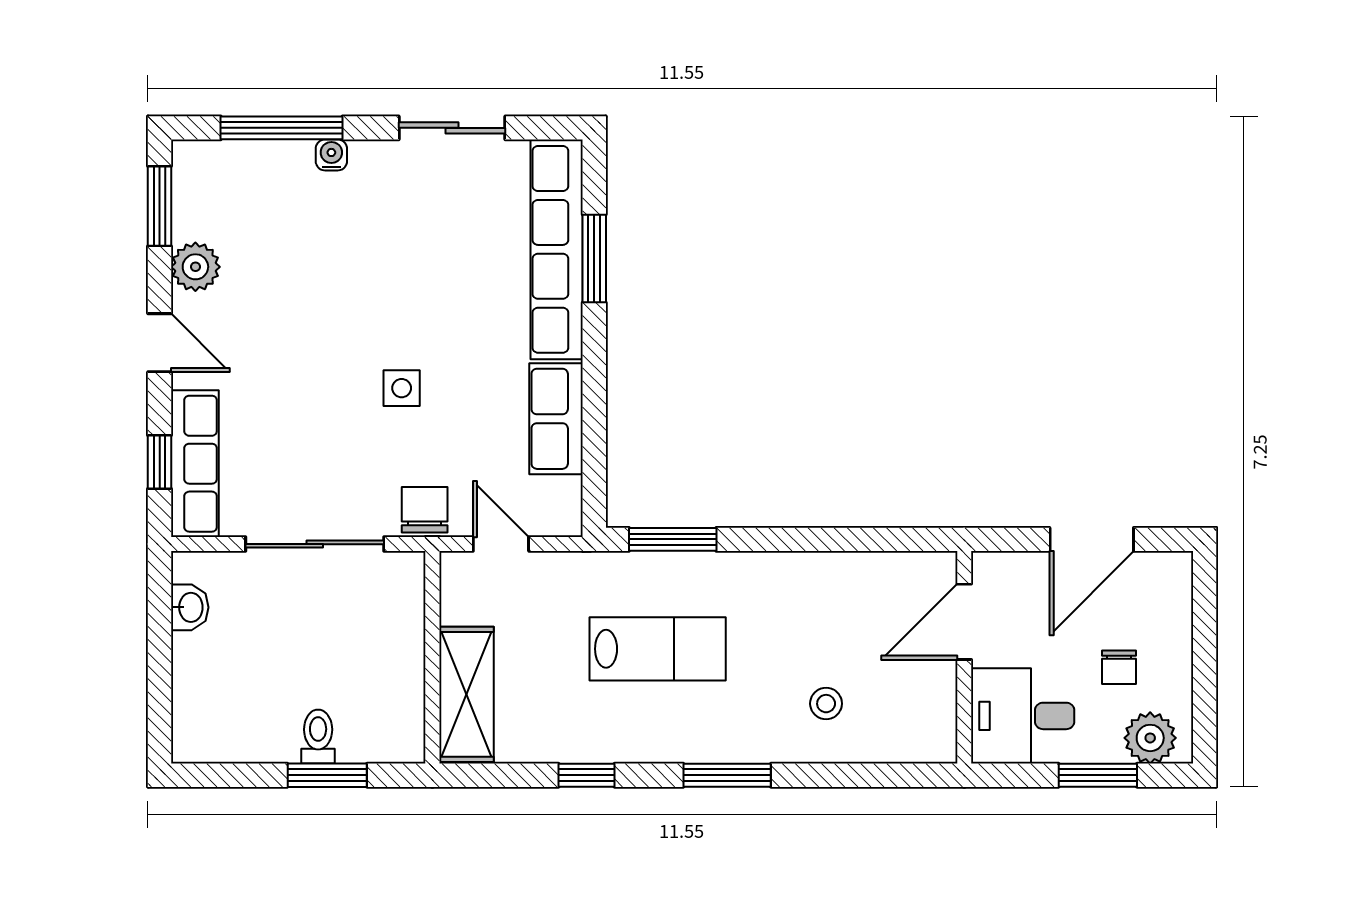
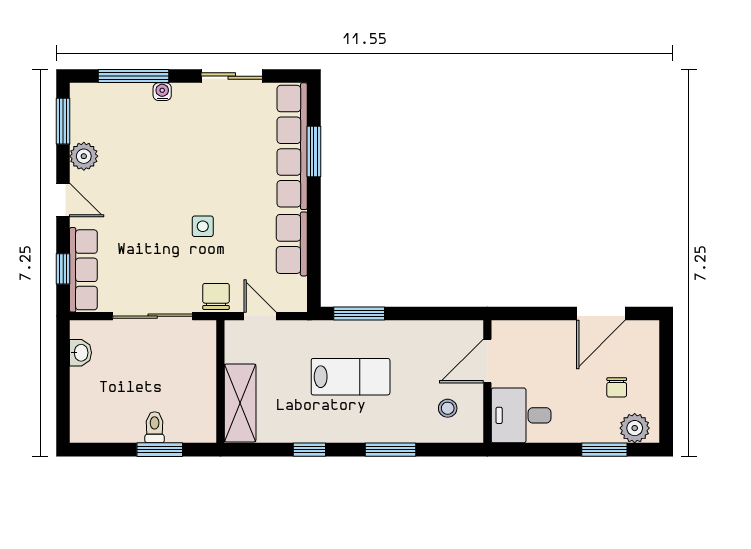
door: (964, 622) -> (487, 361), moved
wall: (964, 657) -> (487, 382), moved
desk: (1023, 716) -> (521, 415), moved

